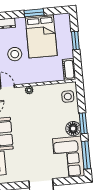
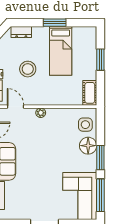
bed: (41, 36) -> (61, 51), width x0.67
floor lamp: (73, 129) -> (88, 146), moved

